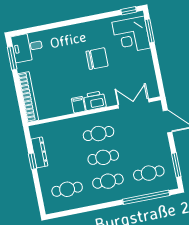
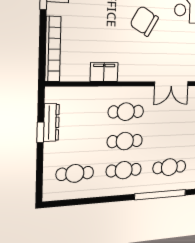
chair: (97, 59) -> (144, 21), turned -150
printer: (95, 101) -> (130, 71), removed
double door: (133, 104) -> (171, 84), swing flipped
filing cabinet: (78, 105) -> (104, 72), width x2.00

